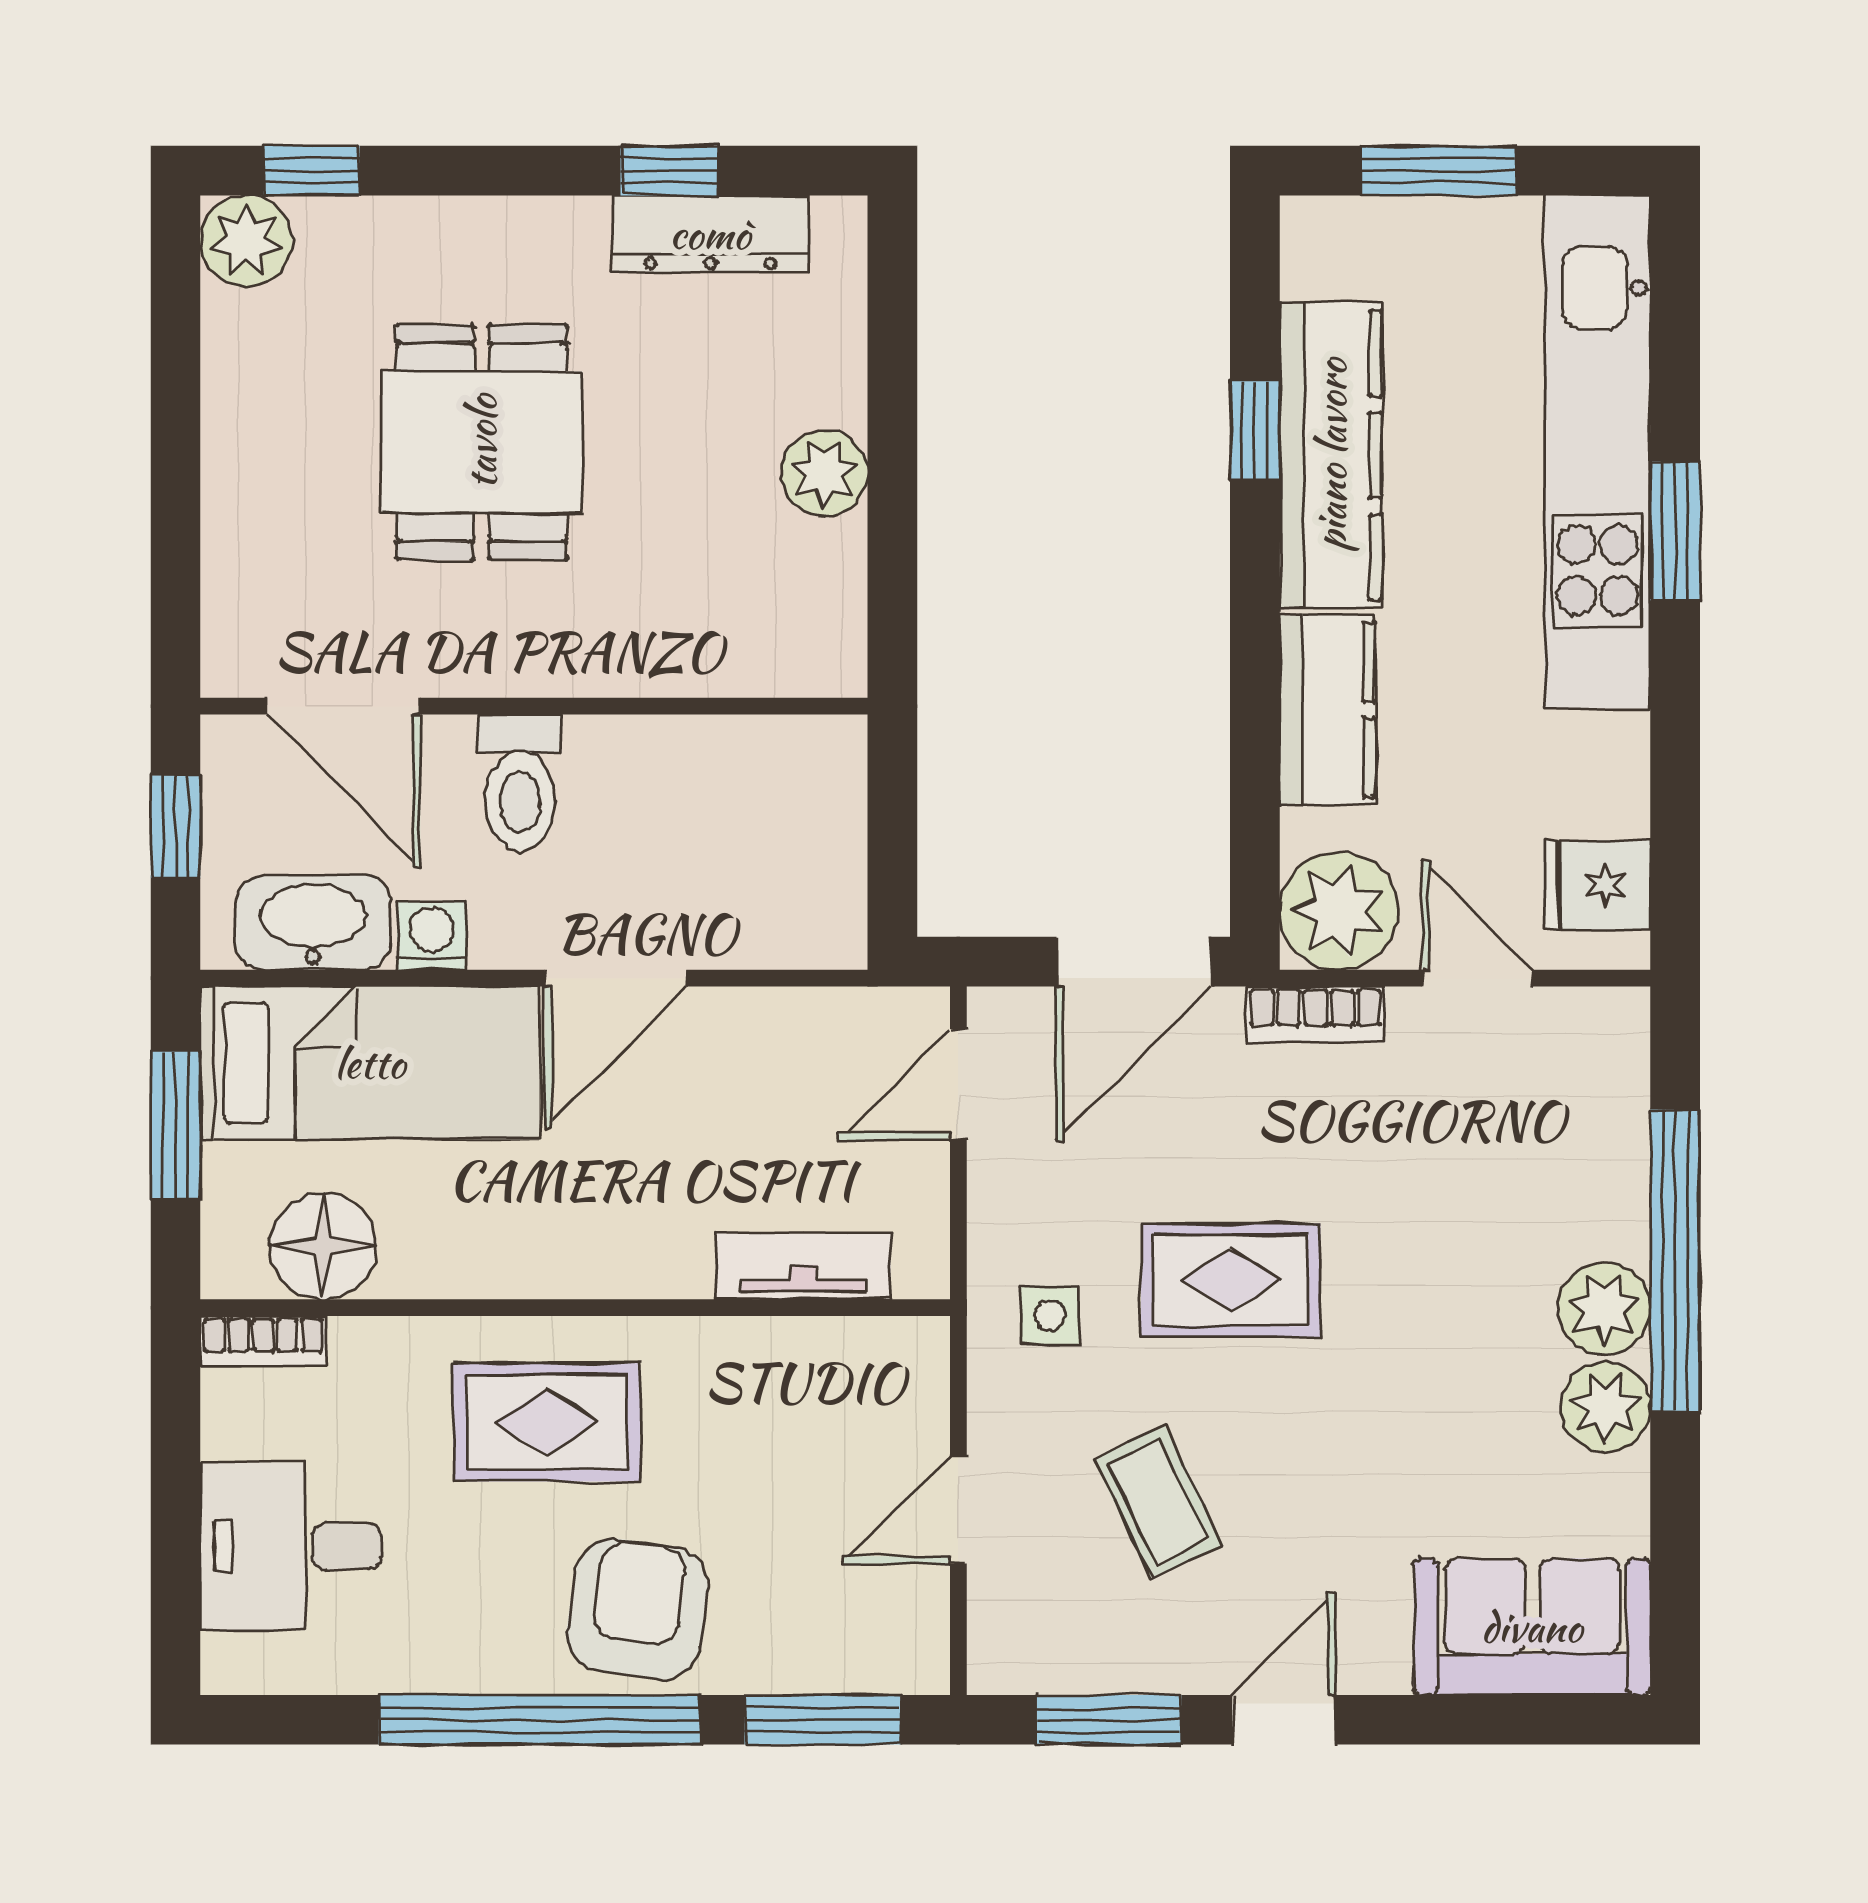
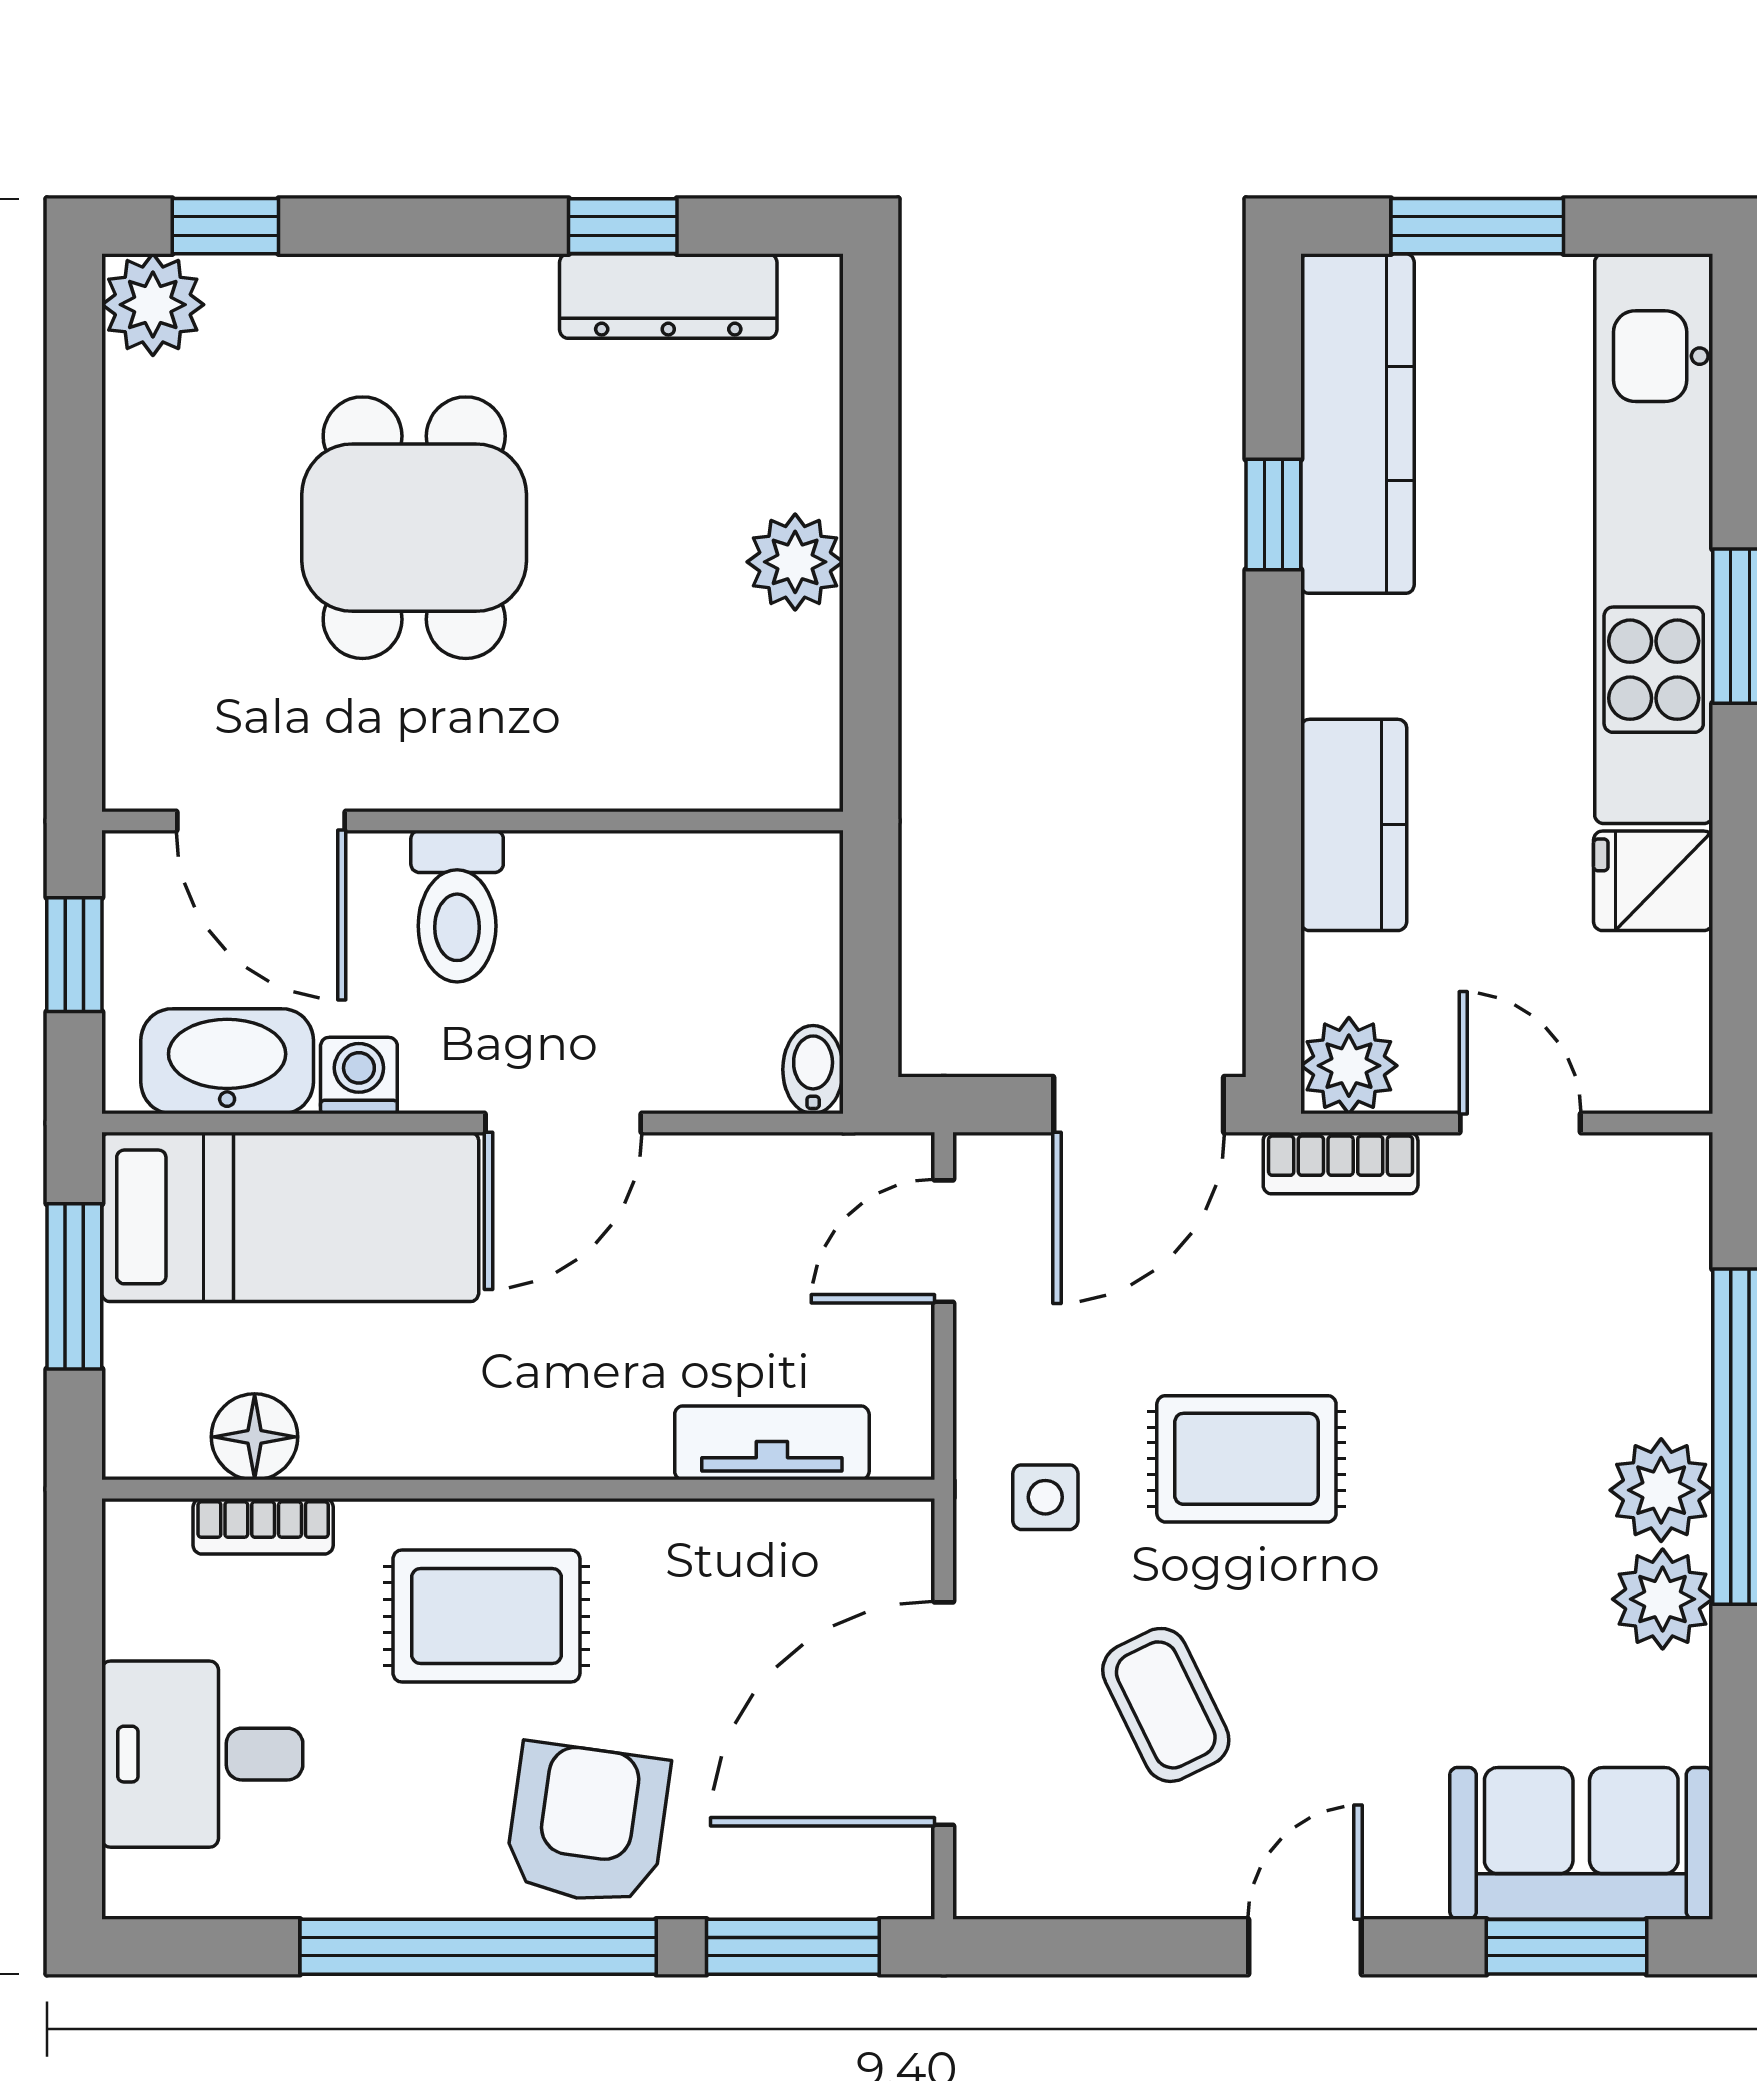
kitchen counter: (1331, 455) -> (1357, 423), moved
fridge: (1597, 885) -> (1653, 881), moved
plant: (1339, 911) -> (1349, 1066), width x0.73, depth x0.73
bidet: (841, 930) -> (813, 1070), added
floor lamp: (323, 1246) -> (255, 1437), width x0.73, depth x0.73
bookcase: (263, 1341) -> (263, 1526), moved
door: (958, 1510) -> (944, 1714), width x1.87
window: (1109, 1720) -> (1567, 1947), moved

